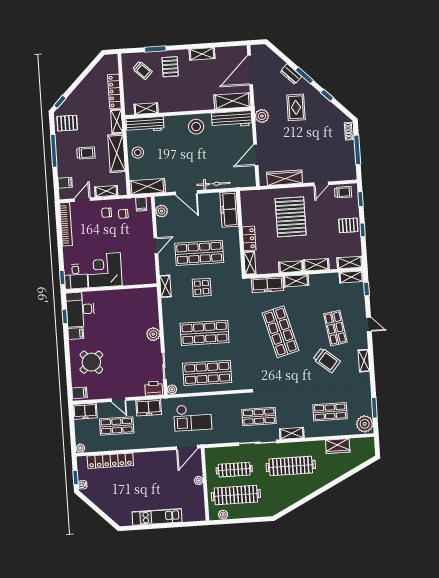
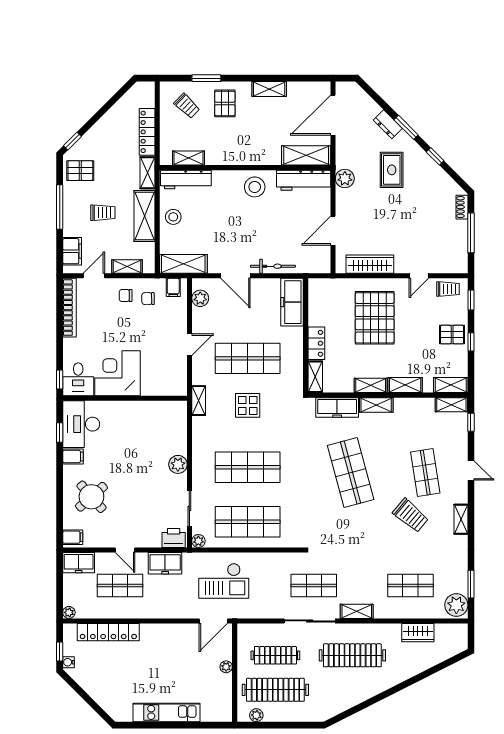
filing cabinet: (65, 183) -> (72, 251), width x2.00

